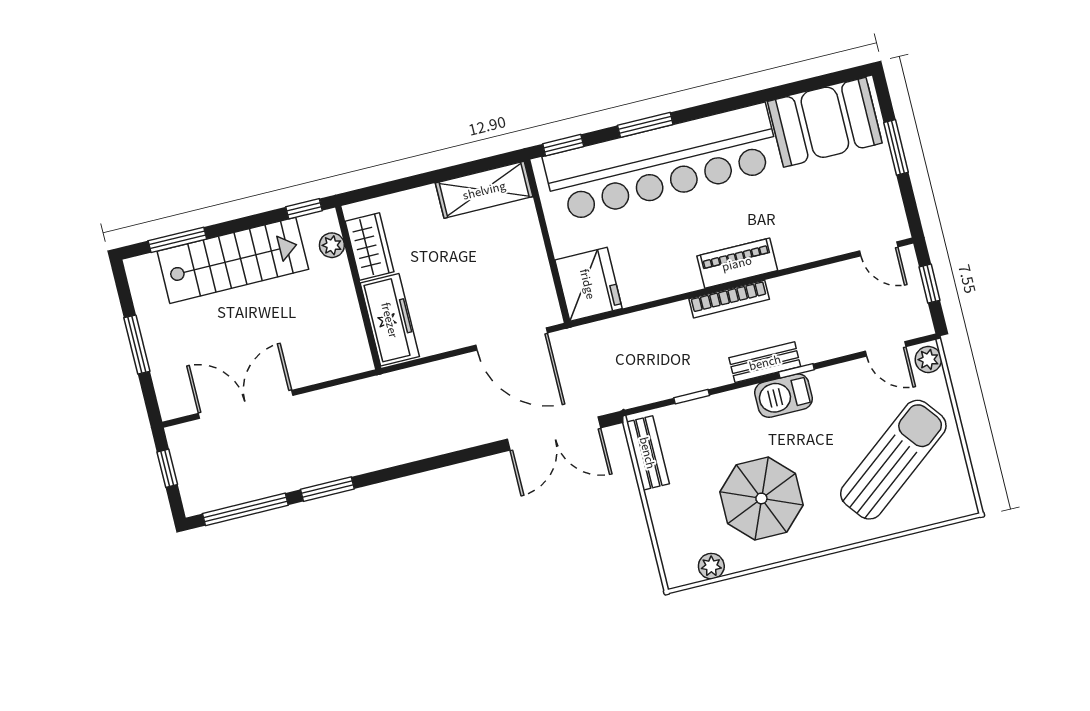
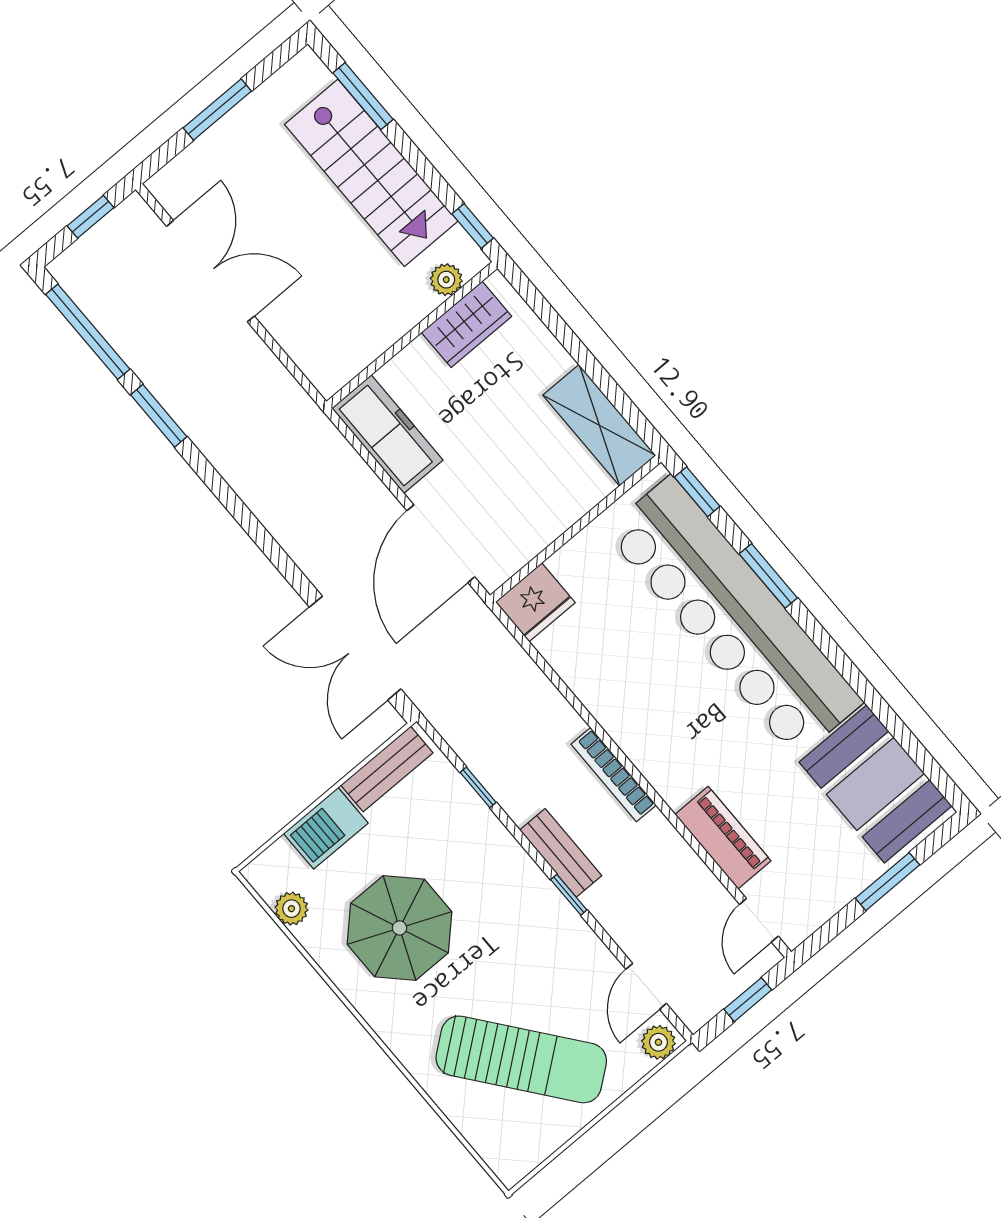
piano: (737, 263) -> (723, 838), moved
fridge: (588, 284) -> (535, 602), width x0.73, depth x0.75
freezer: (390, 320) -> (387, 434), moved, turned -90
barbecue: (784, 396) -> (326, 828), moved, turned -90

